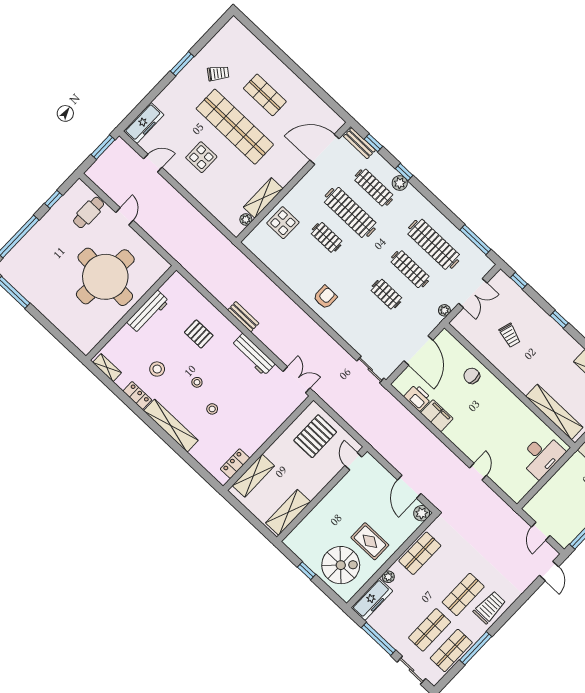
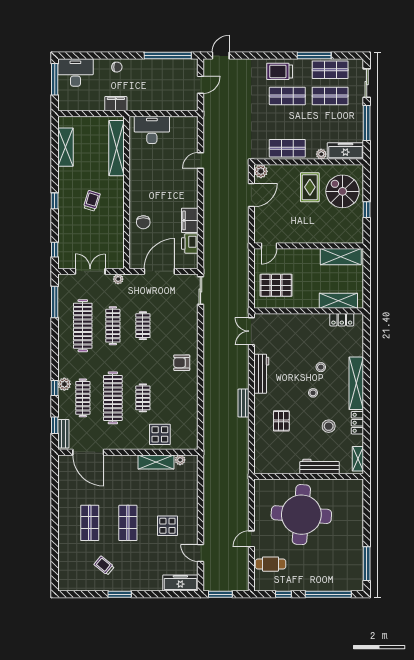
shop shelf: (235, 127) -> (128, 523), width x0.50, depth x0.74
workbench: (148, 312) -> (319, 466), moved
trolley: (510, 335) -> (92, 201), moved

